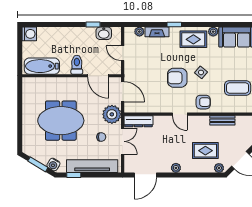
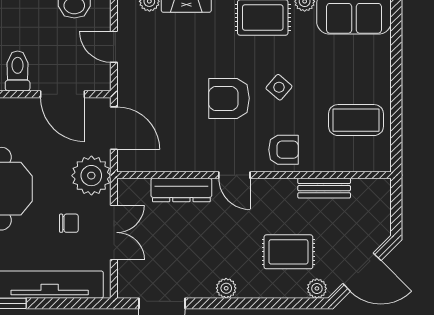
dresser: (138, 121) -> (181, 190), moved

